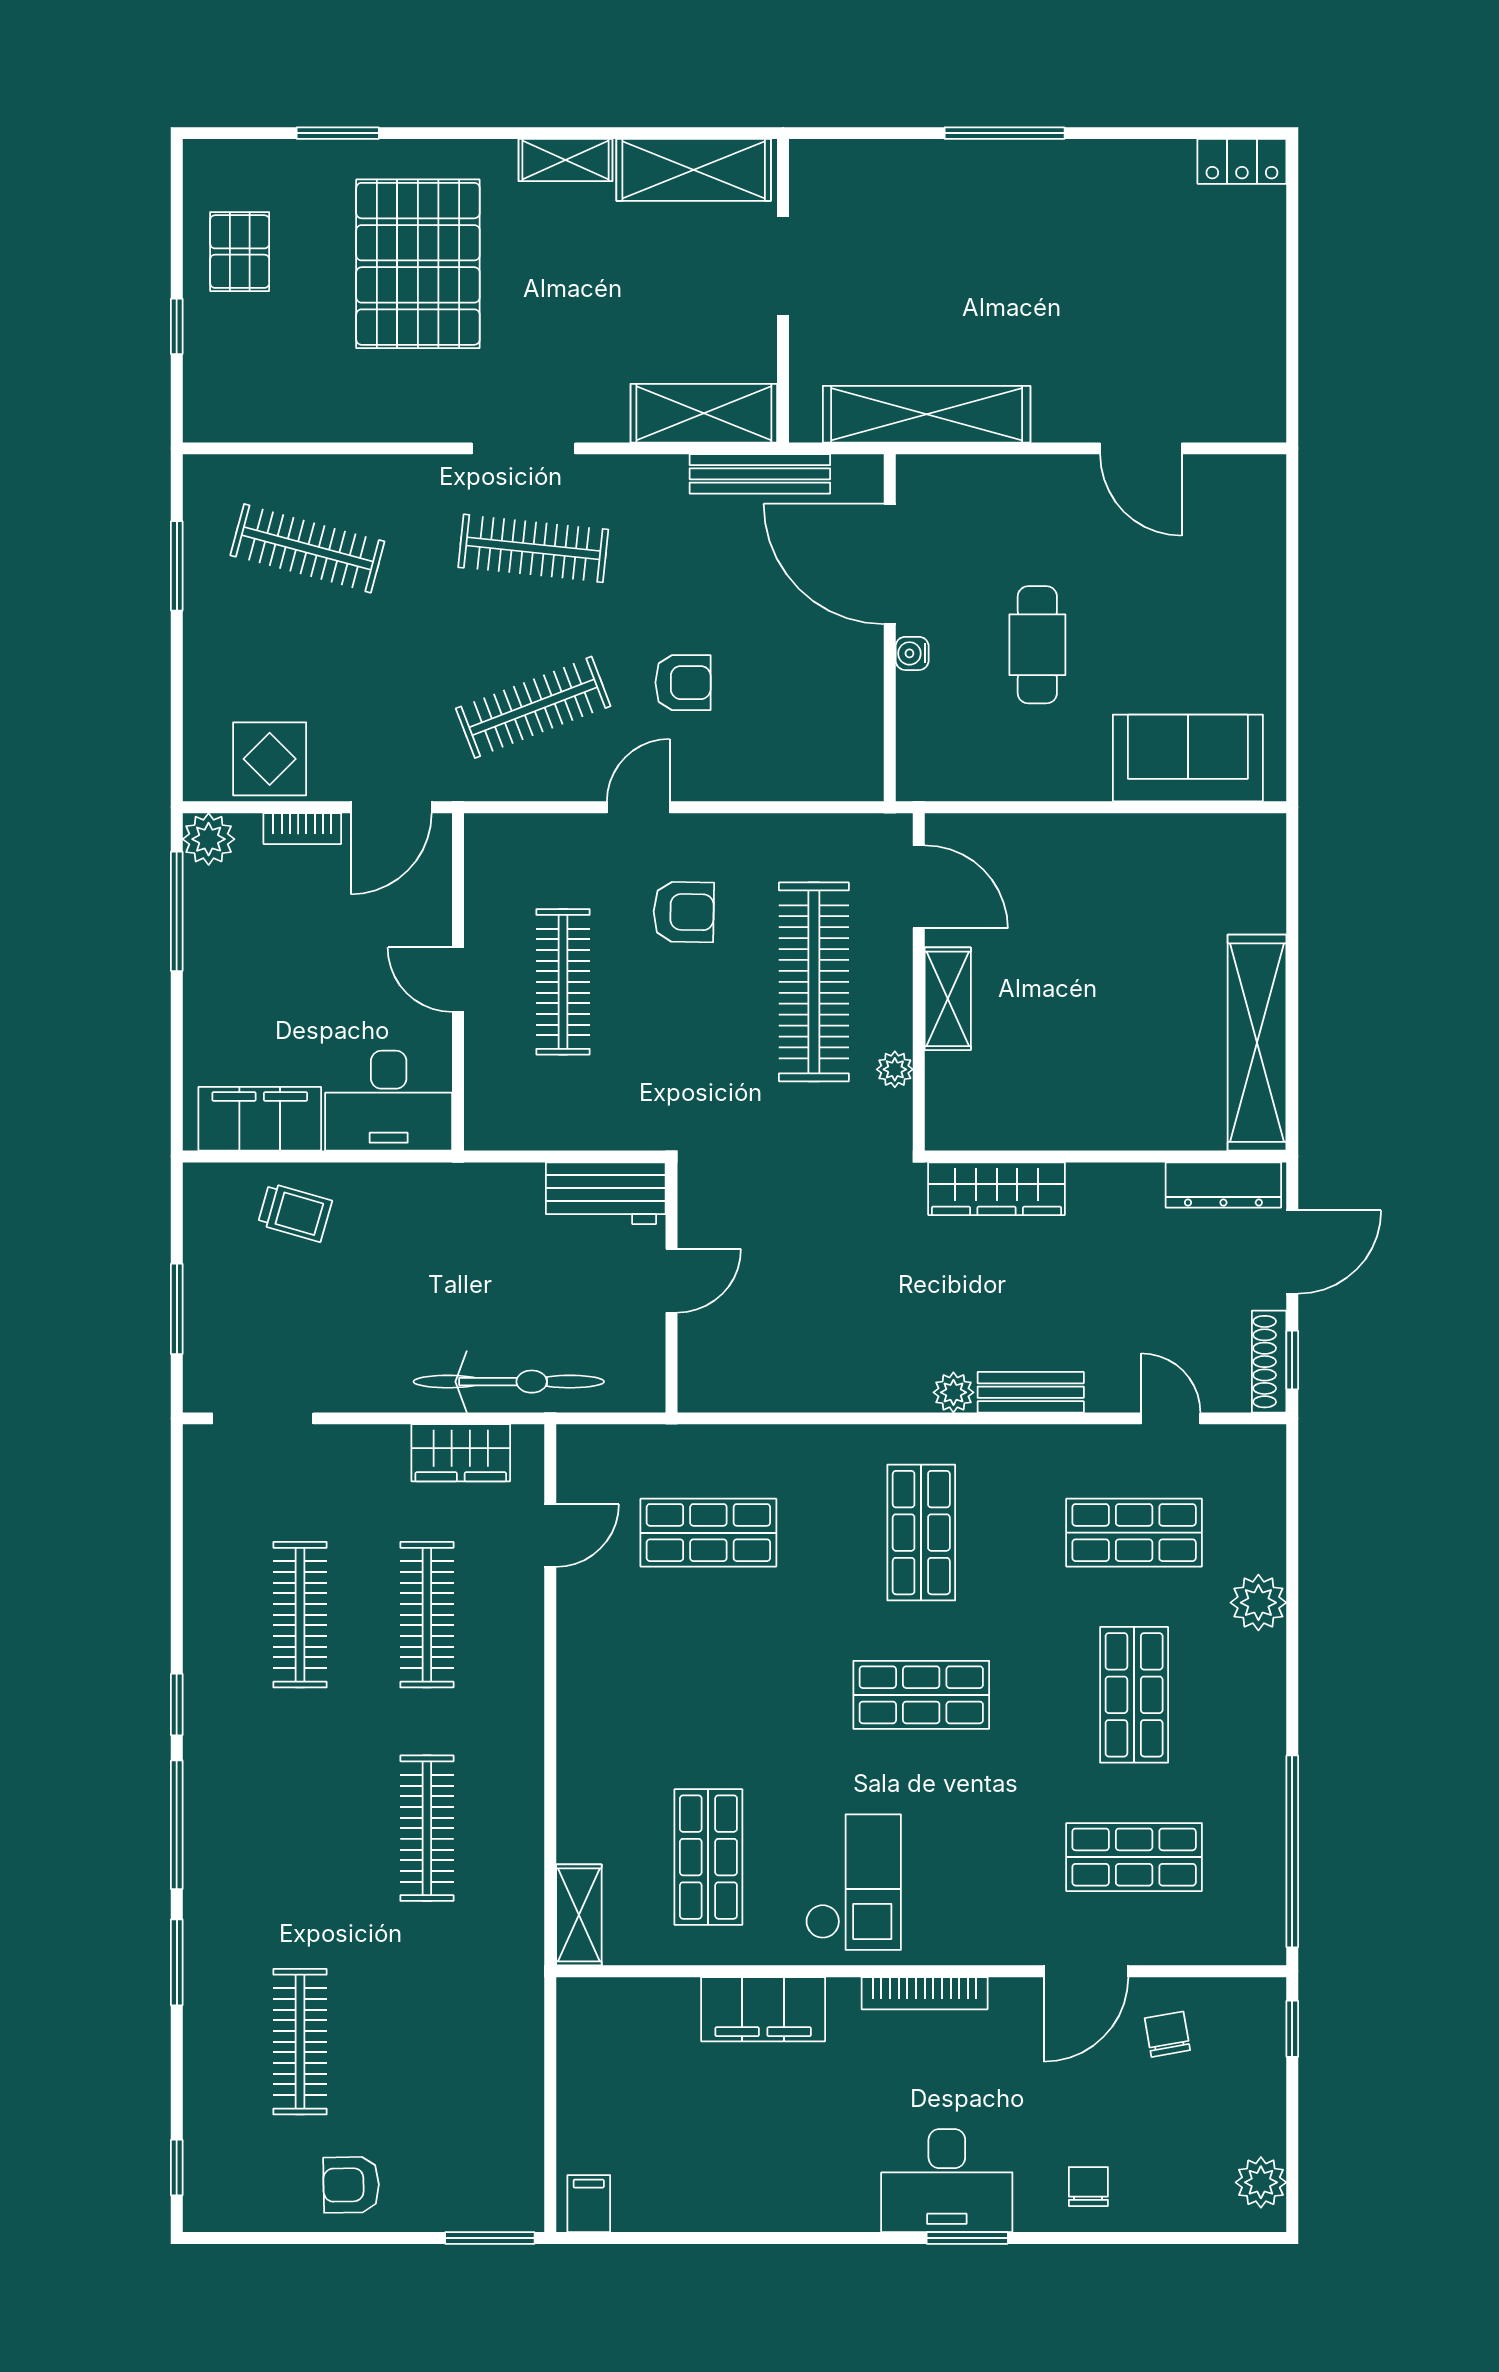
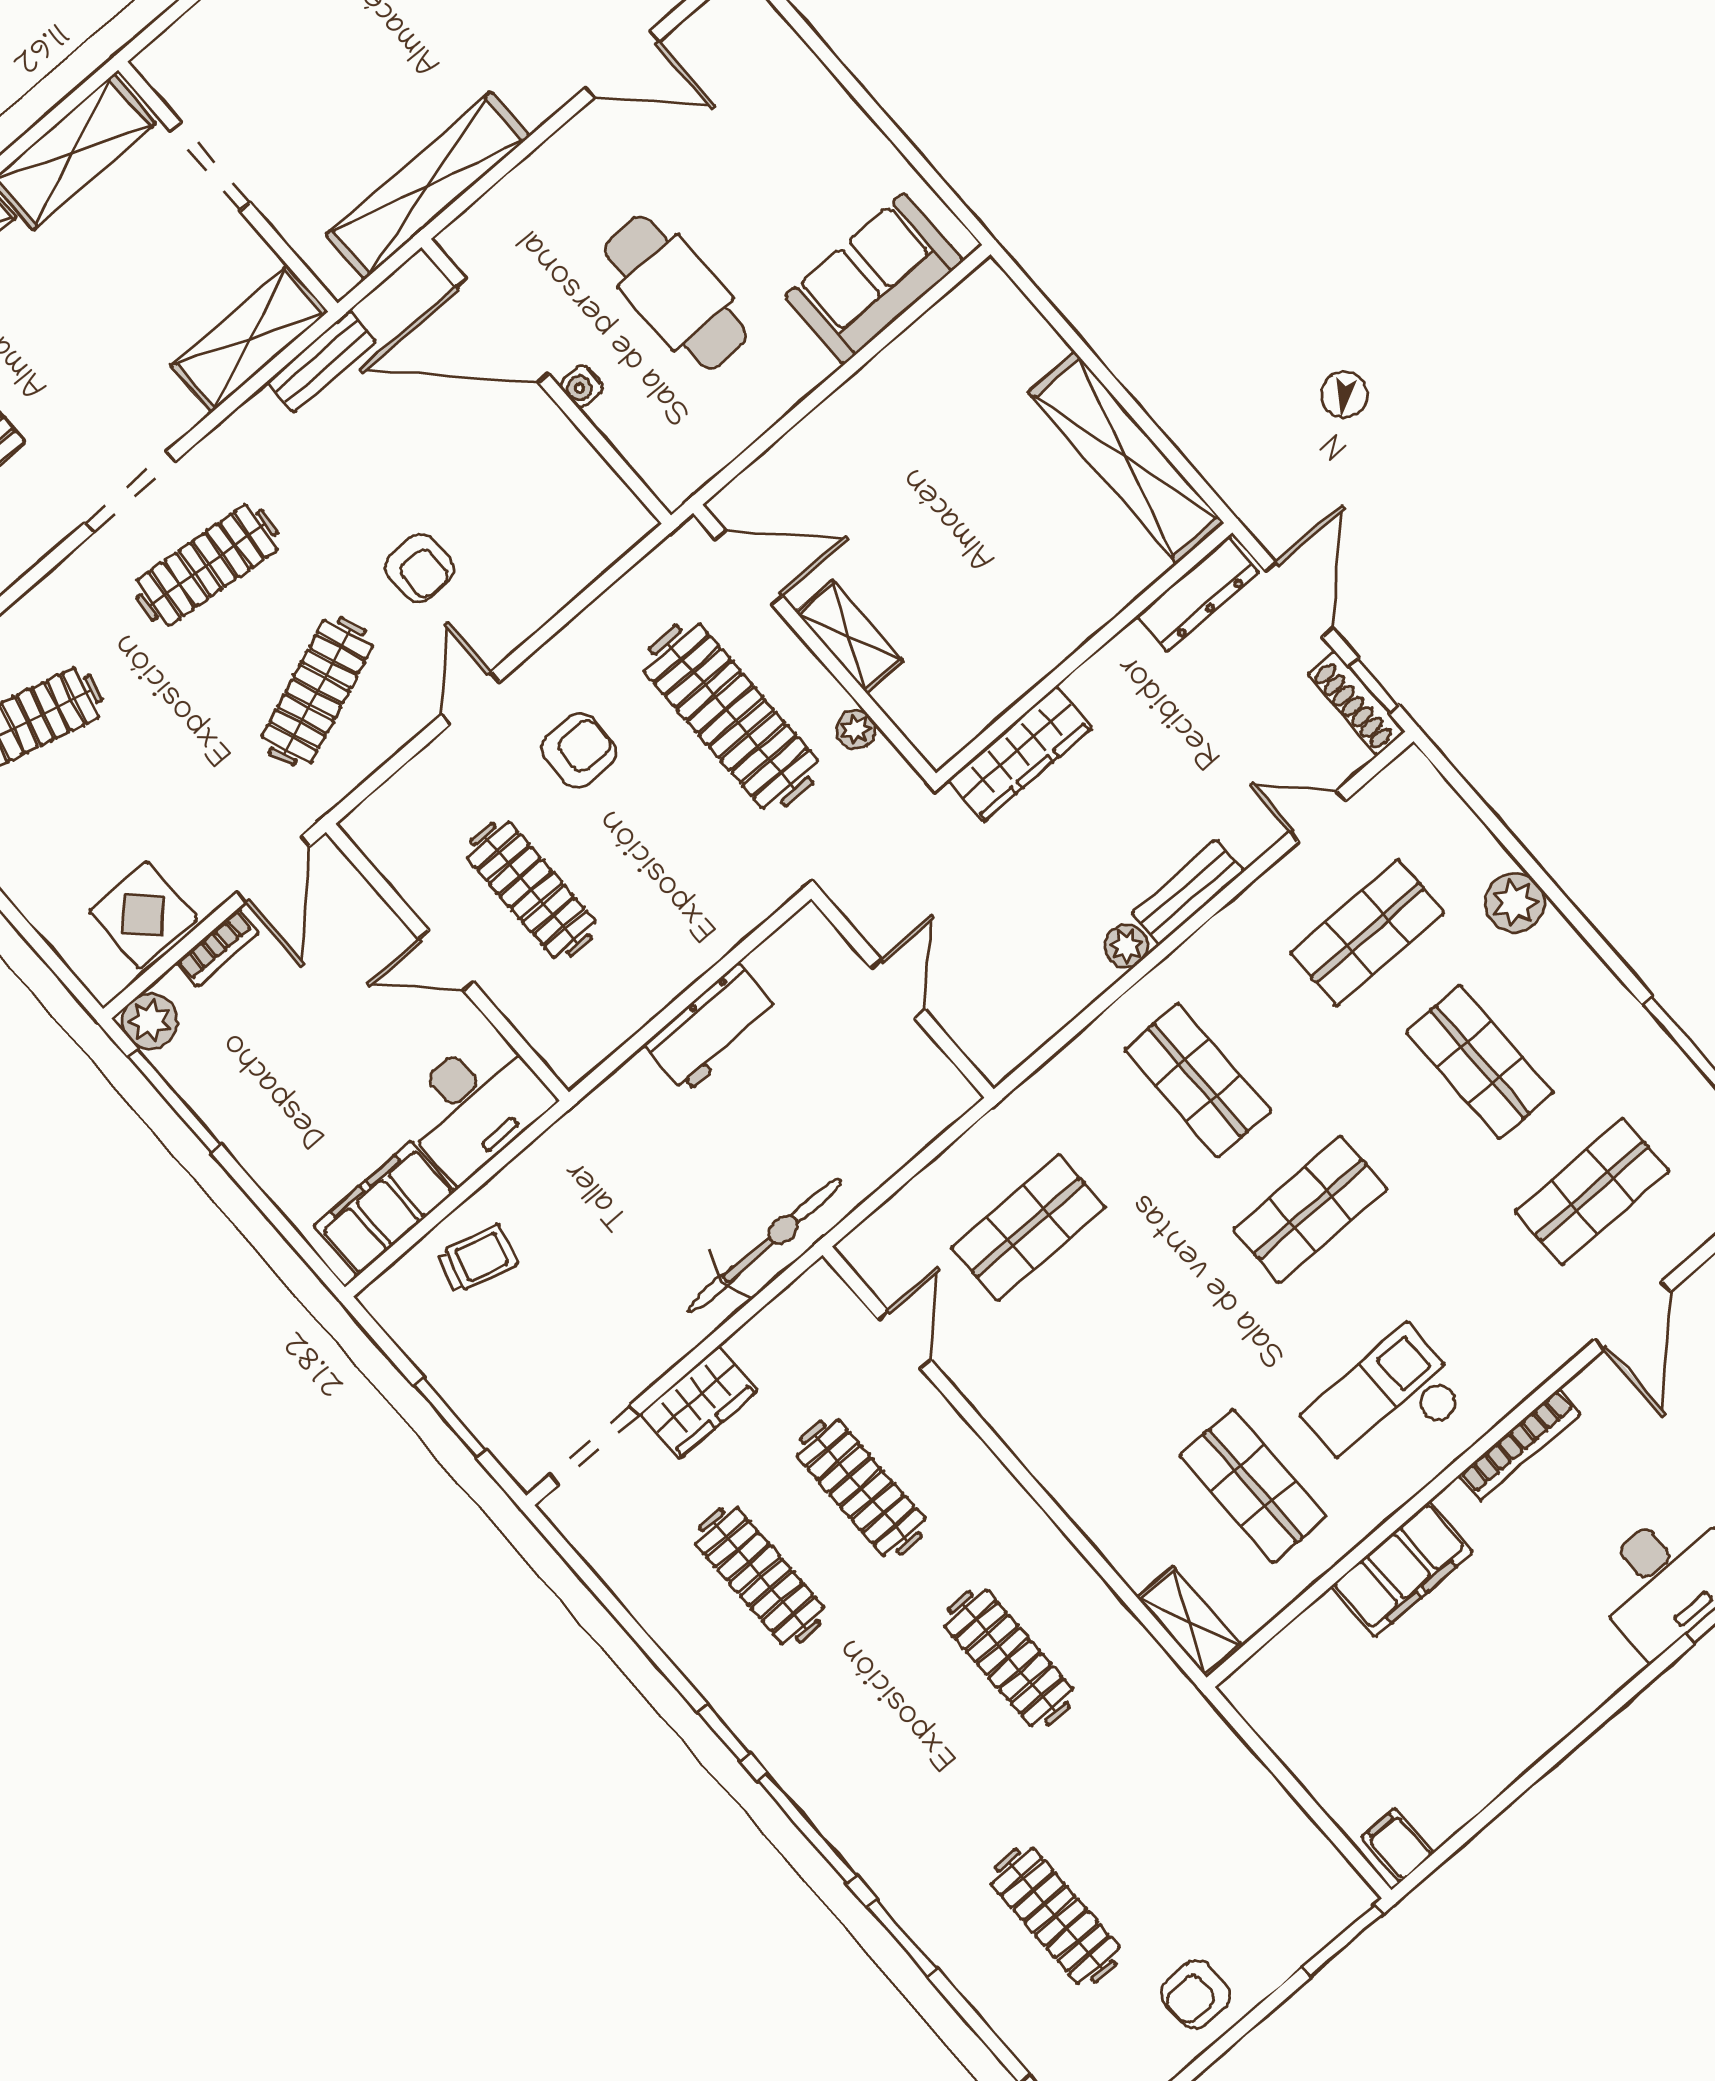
bench: (760, 474) -> (321, 362), width x0.73
cafe table: (1037, 645) -> (676, 293), width x1.37, depth x1.35
armchair: (683, 683) -> (419, 568), turned 90
door: (671, 1281) -> (898, 989), moved
wall: (671, 1287) -> (902, 994), moved
wardrobe: (461, 1453) -> (699, 1402), moved
checkout: (853, 1882) -> (1386, 1406), turned -90

